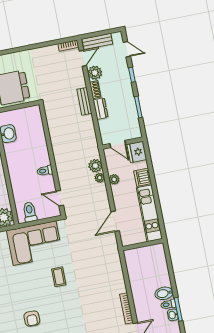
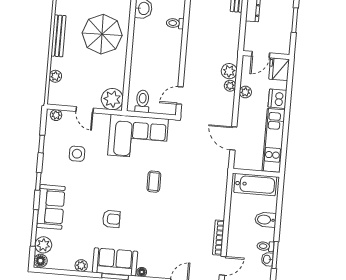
door: (118, 144) -> (261, 55), hinge flipped
toilet: (45, 171) -> (175, 23), moved
door: (60, 198) -> (180, 96), hinge flipped
door: (115, 221) -> (233, 138), hinge flipped
bathtub: (145, 255) -> (255, 185), added
bidet: (164, 293) -> (265, 220), moved
armchair: (32, 319) -> (111, 219), turned -90

